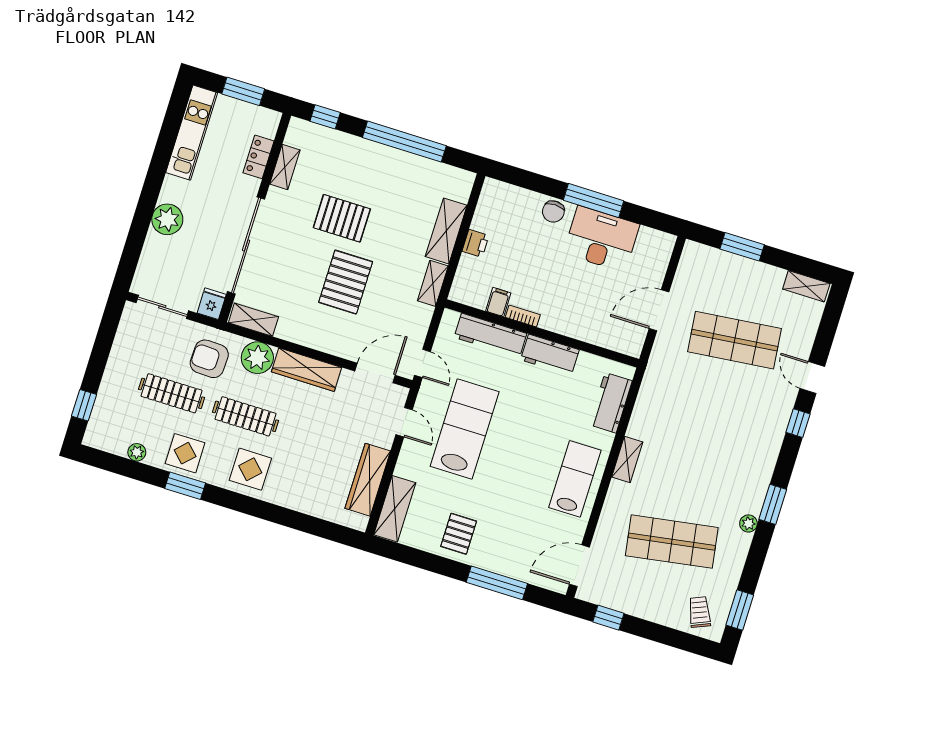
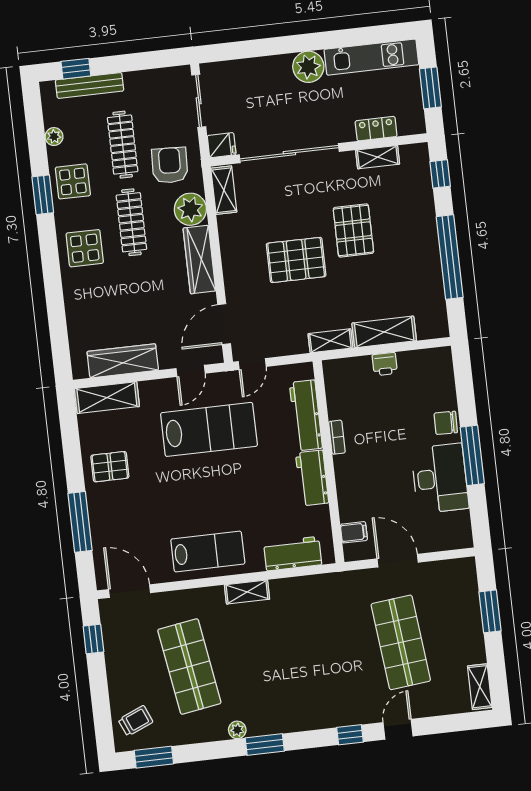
plant: (167, 219) -> (308, 67), moved
filing cabinet: (498, 302) -> (354, 532), moved
door: (375, 373) -> (224, 324), swing flipped
bench: (105, 400) -> (90, 85), added

